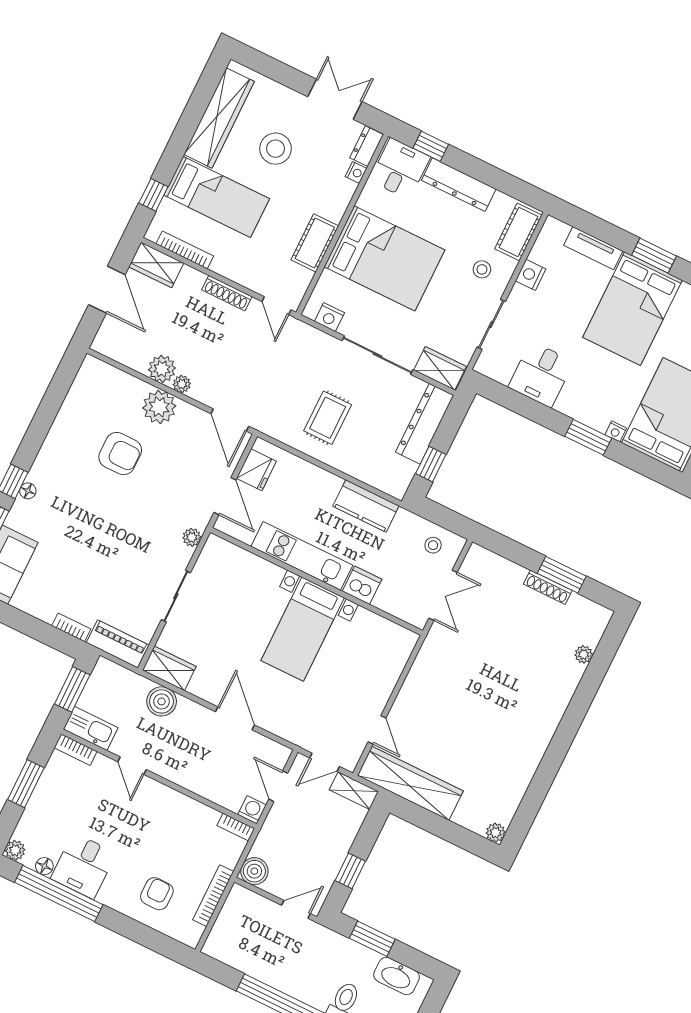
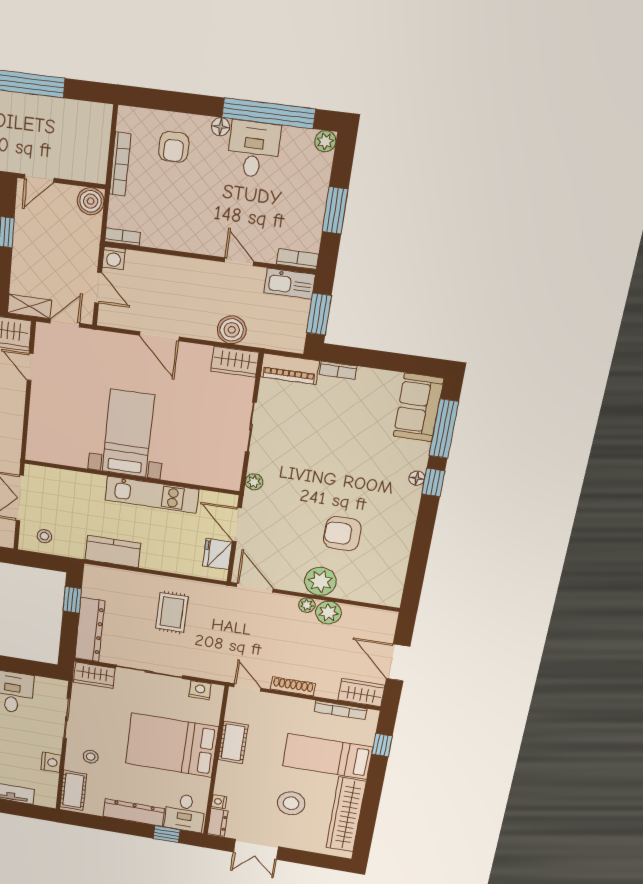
dishwasher: (362, 585) -> (91, 486), removed
floor lamp: (44, 866) -> (221, 127), moved

